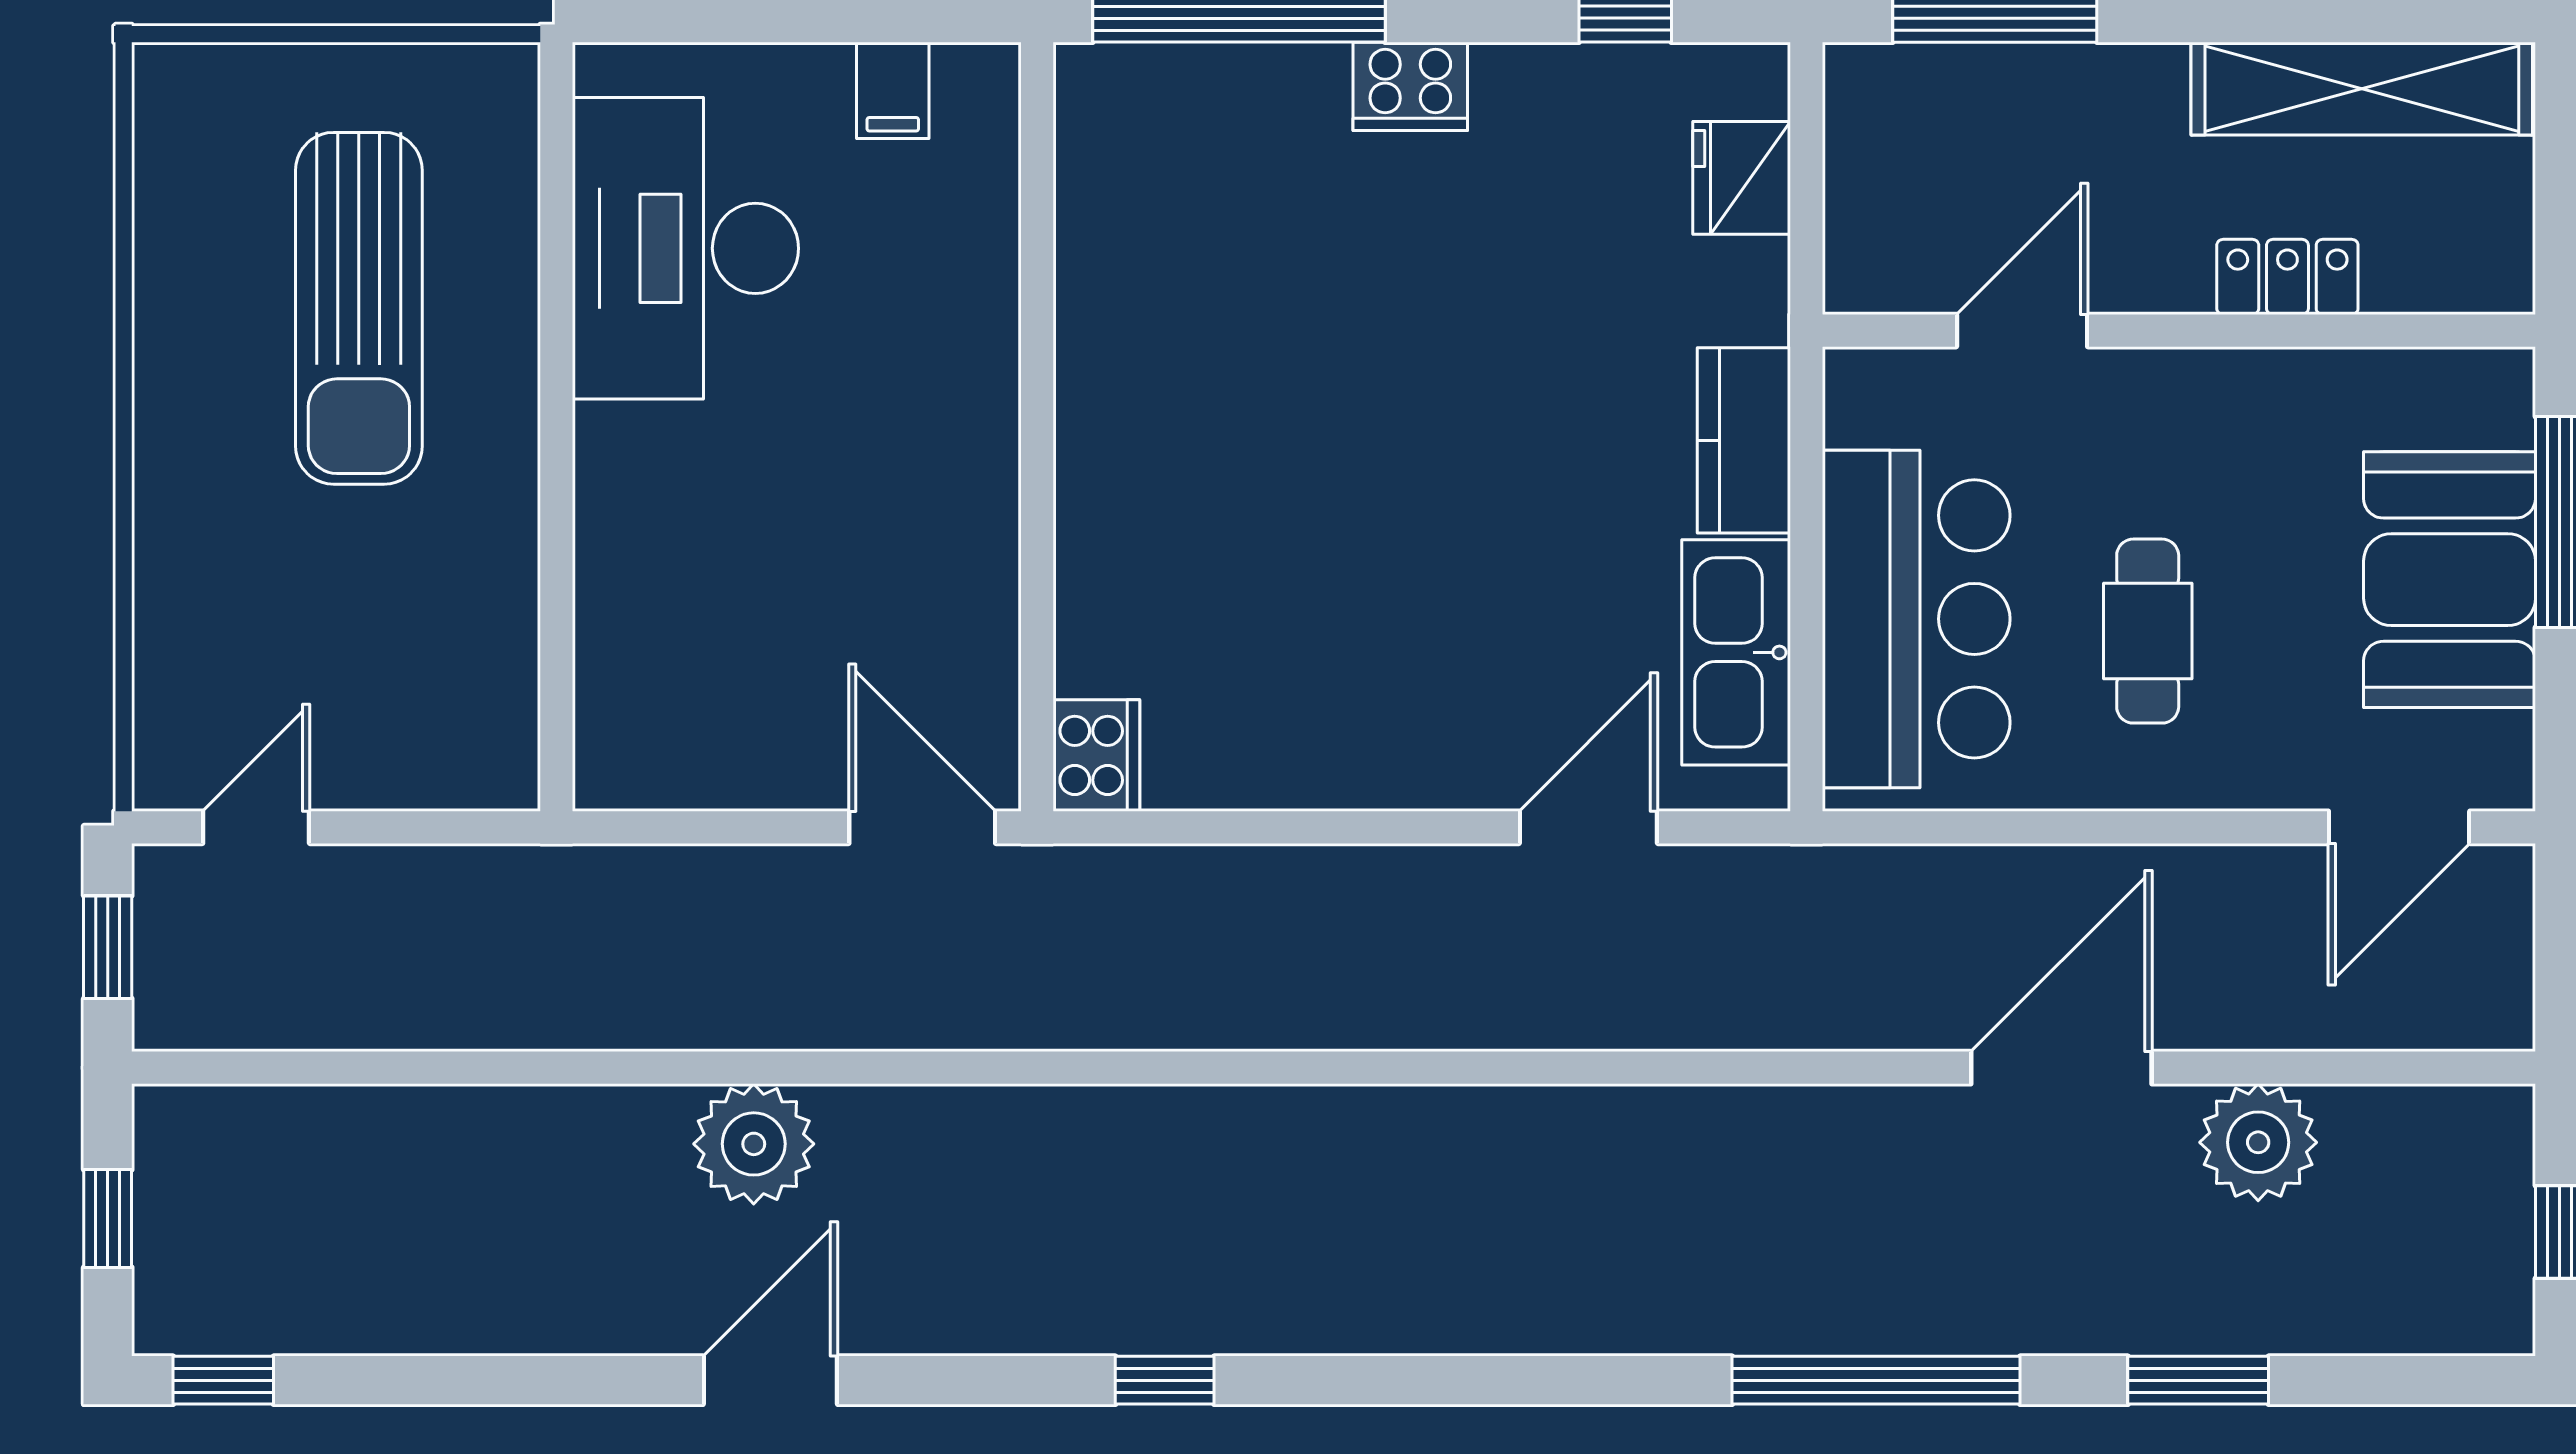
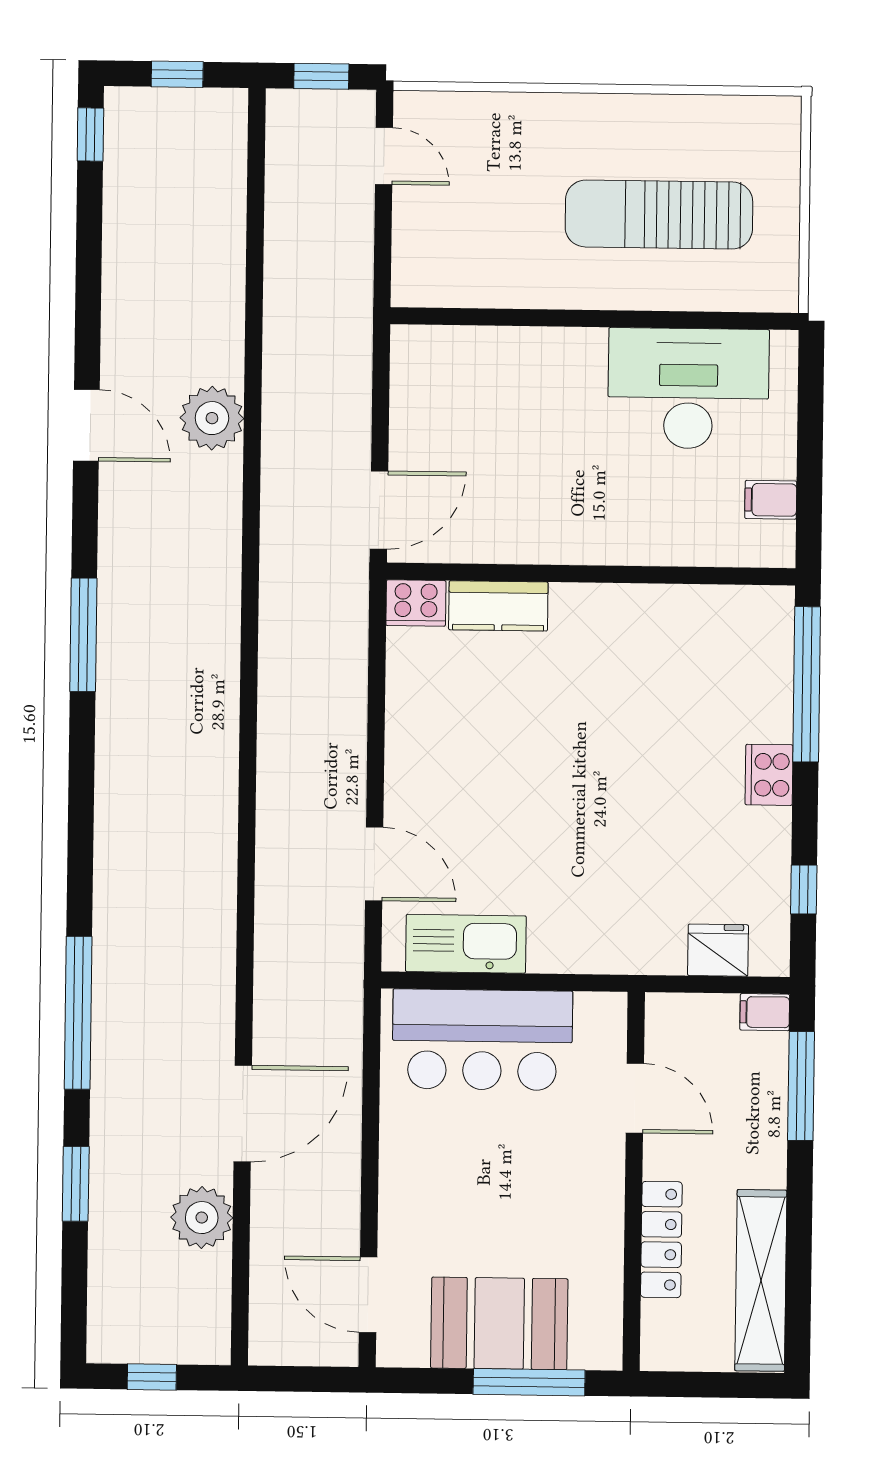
filing cabinet: (1857, 88) -> (765, 1012), added
locker: (2287, 277) -> (661, 1240), width x1.53
kitchen counter: (1744, 440) -> (498, 606), moved, turned 180
cafe table: (2148, 631) -> (474, 1163), removed
door: (2061, 1068) -> (243, 1114), hinge flipped
window: (1165, 1380) -> (83, 635), width x2.17

